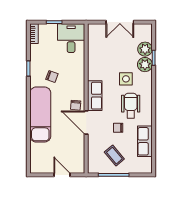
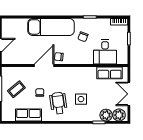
desk: (71, 38) -> (105, 52), moved, turned 90
plant: (145, 65) -> (119, 115), moved
row of seats: (95, 96) -> (110, 73), moved
wheelchair: (131, 106) -> (58, 103), turned -98

